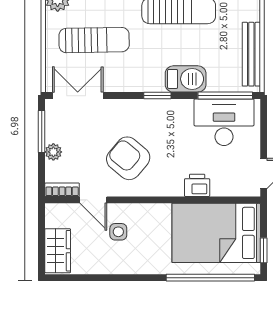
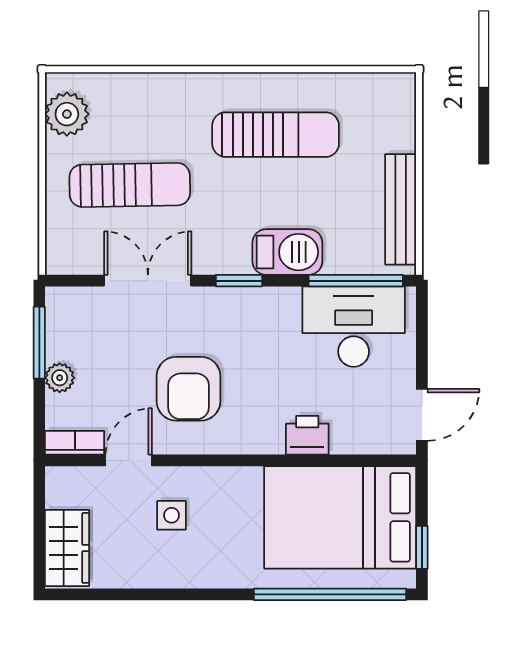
double door: (78, 96) -> (148, 281), moved
armchair: (128, 158) -> (189, 389), turned -130
door: (93, 200) -> (129, 460), swing flipped

